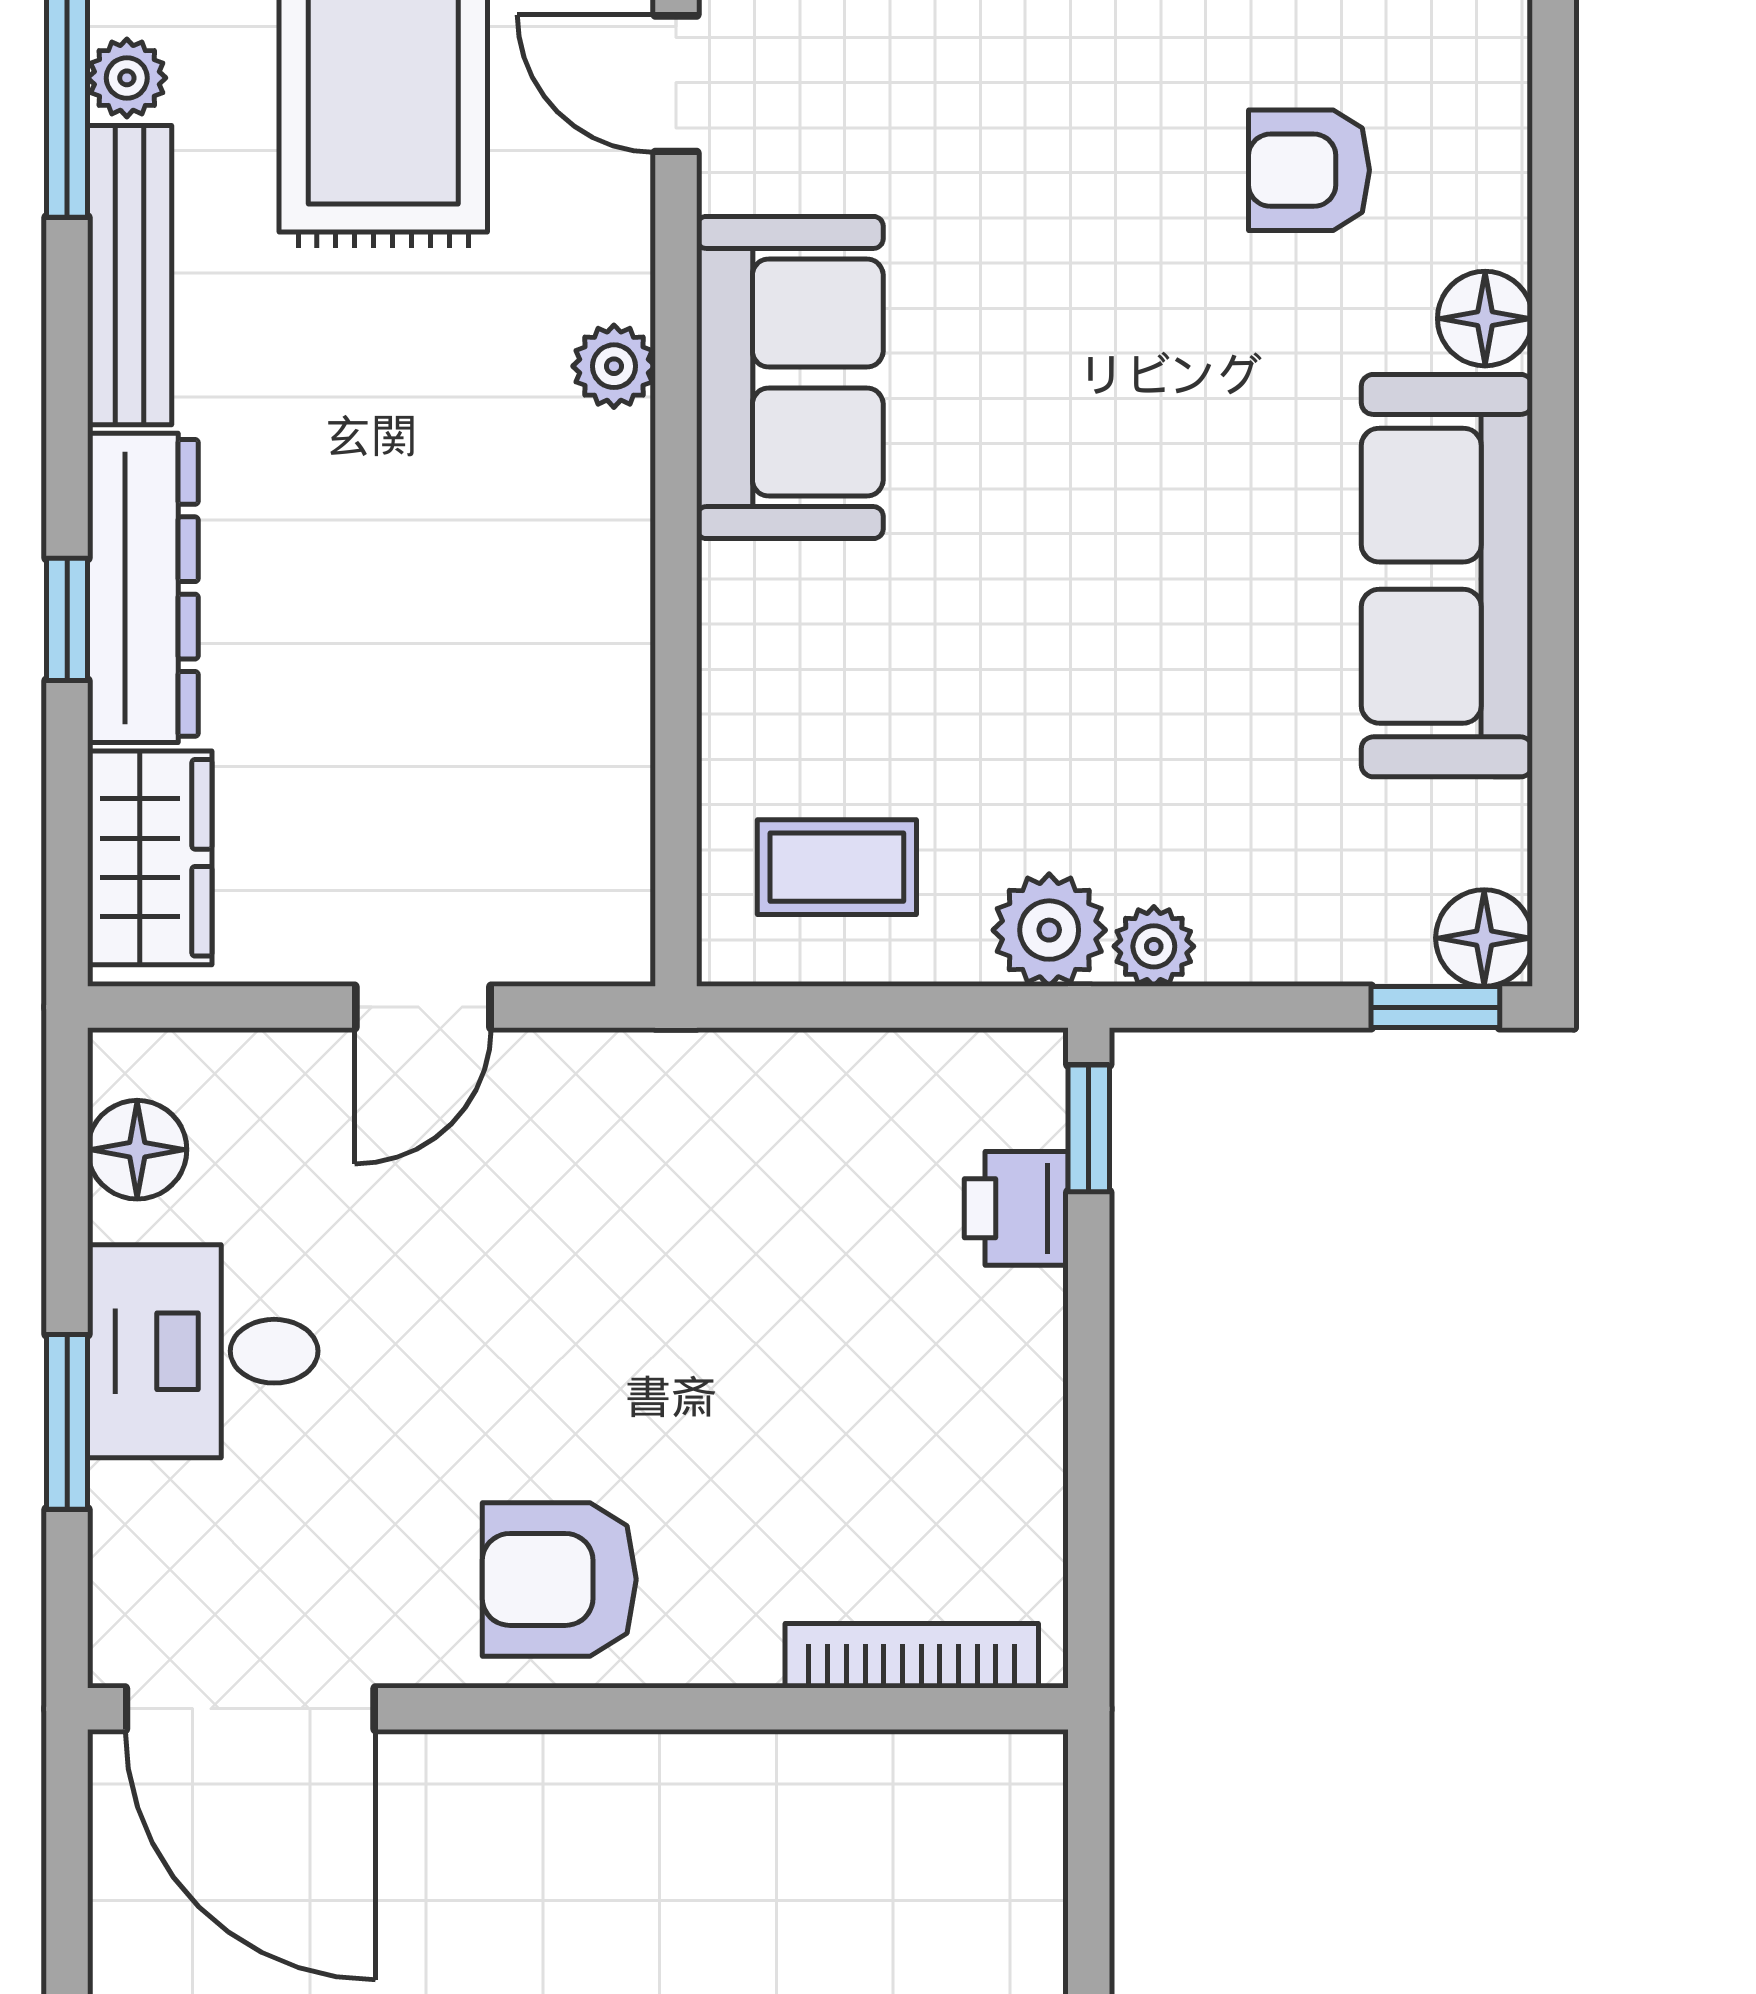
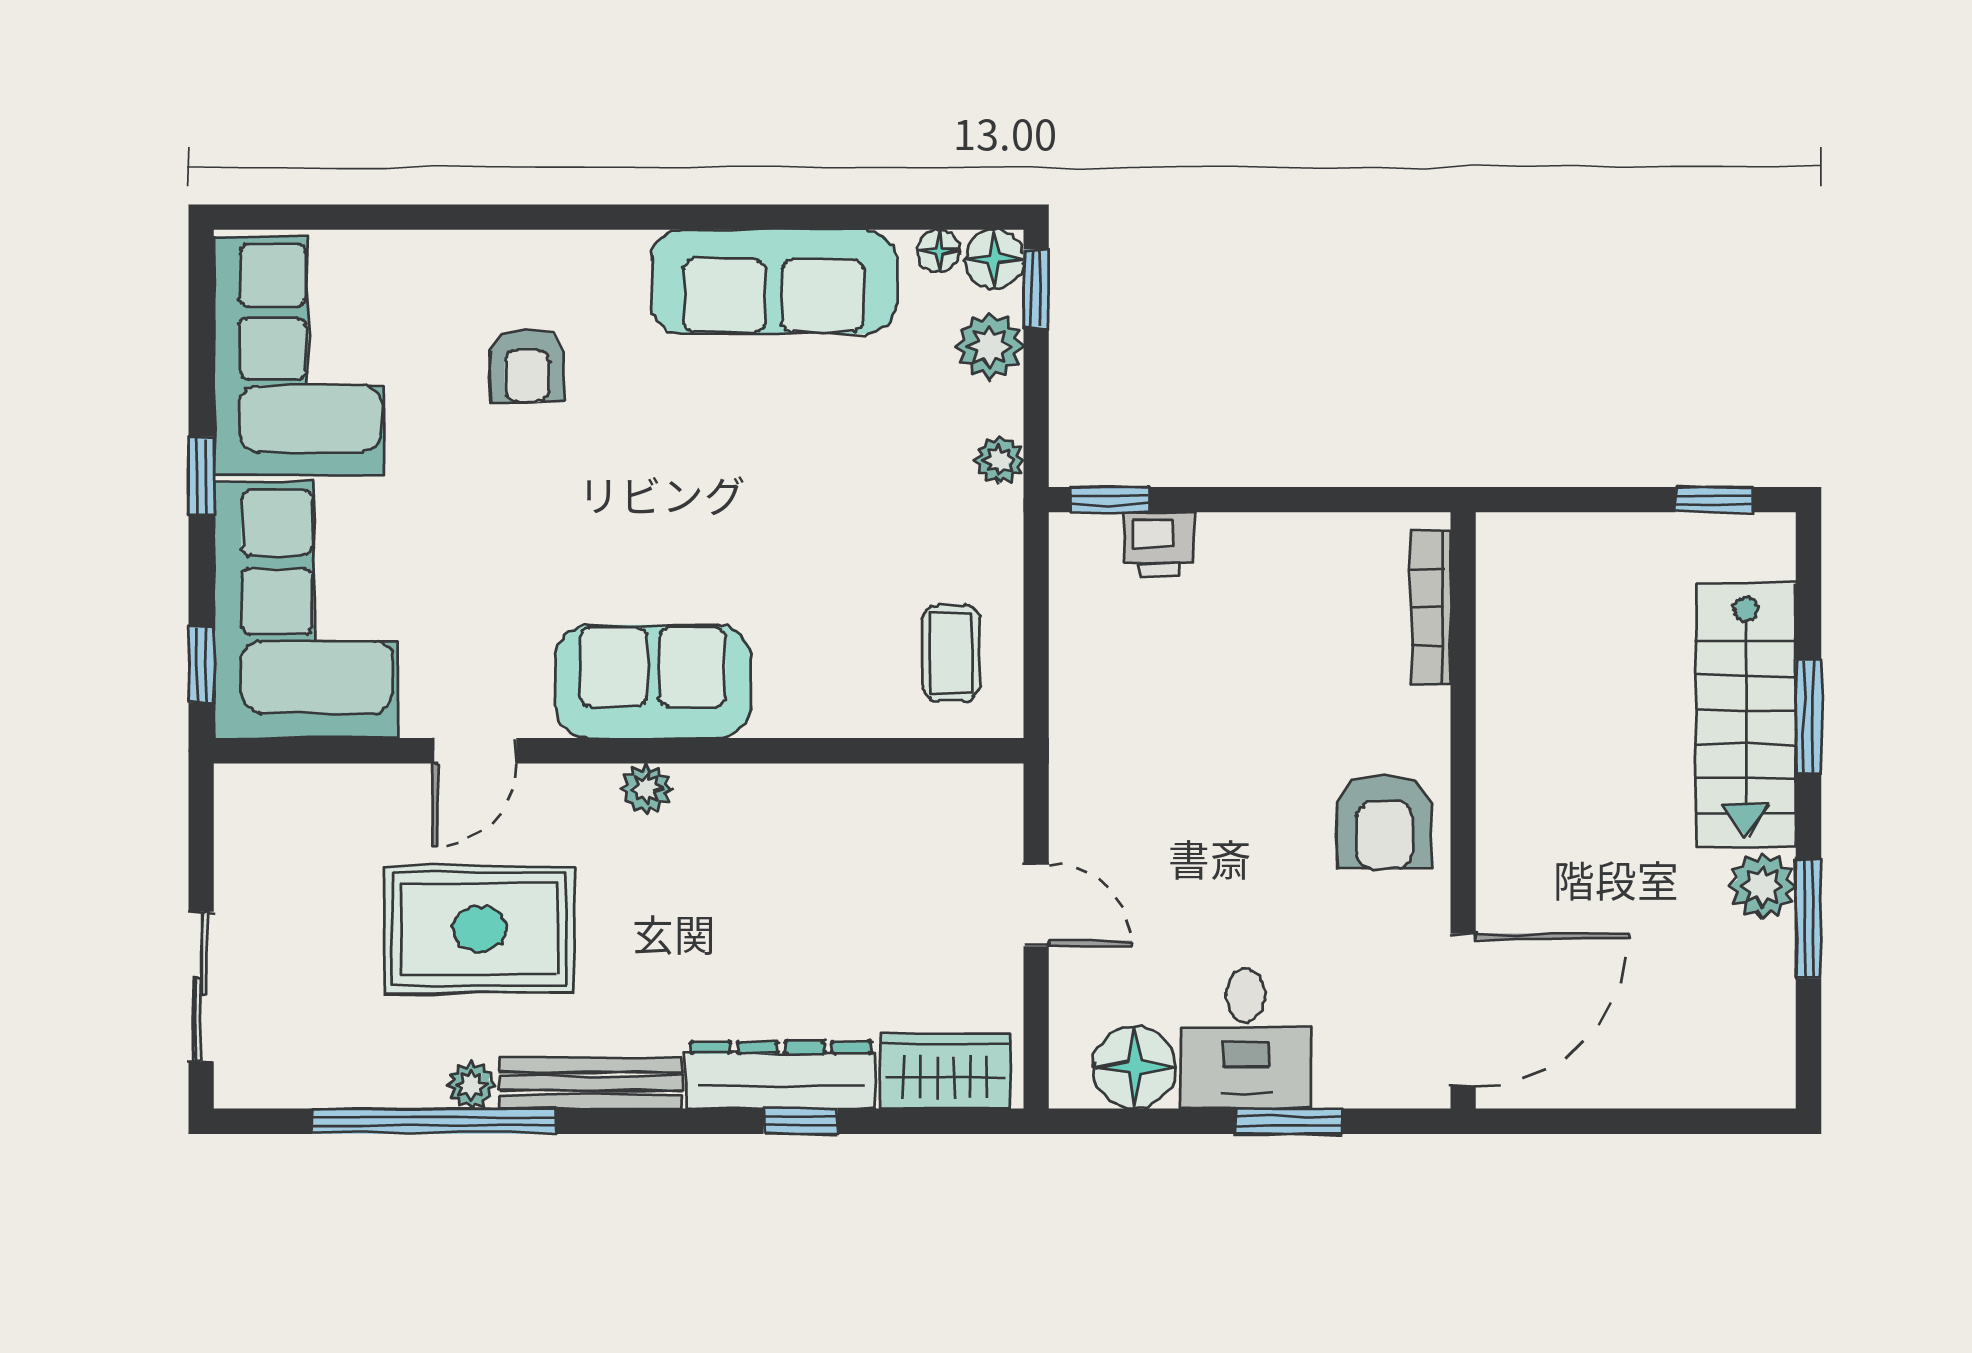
floor lamp: (1485, 319) -> (939, 251), moved, width x0.73, depth x0.73
plant: (1049, 930) -> (989, 346), moved
floor lamp: (137, 1150) -> (1134, 1067), width x1.38, depth x1.38

